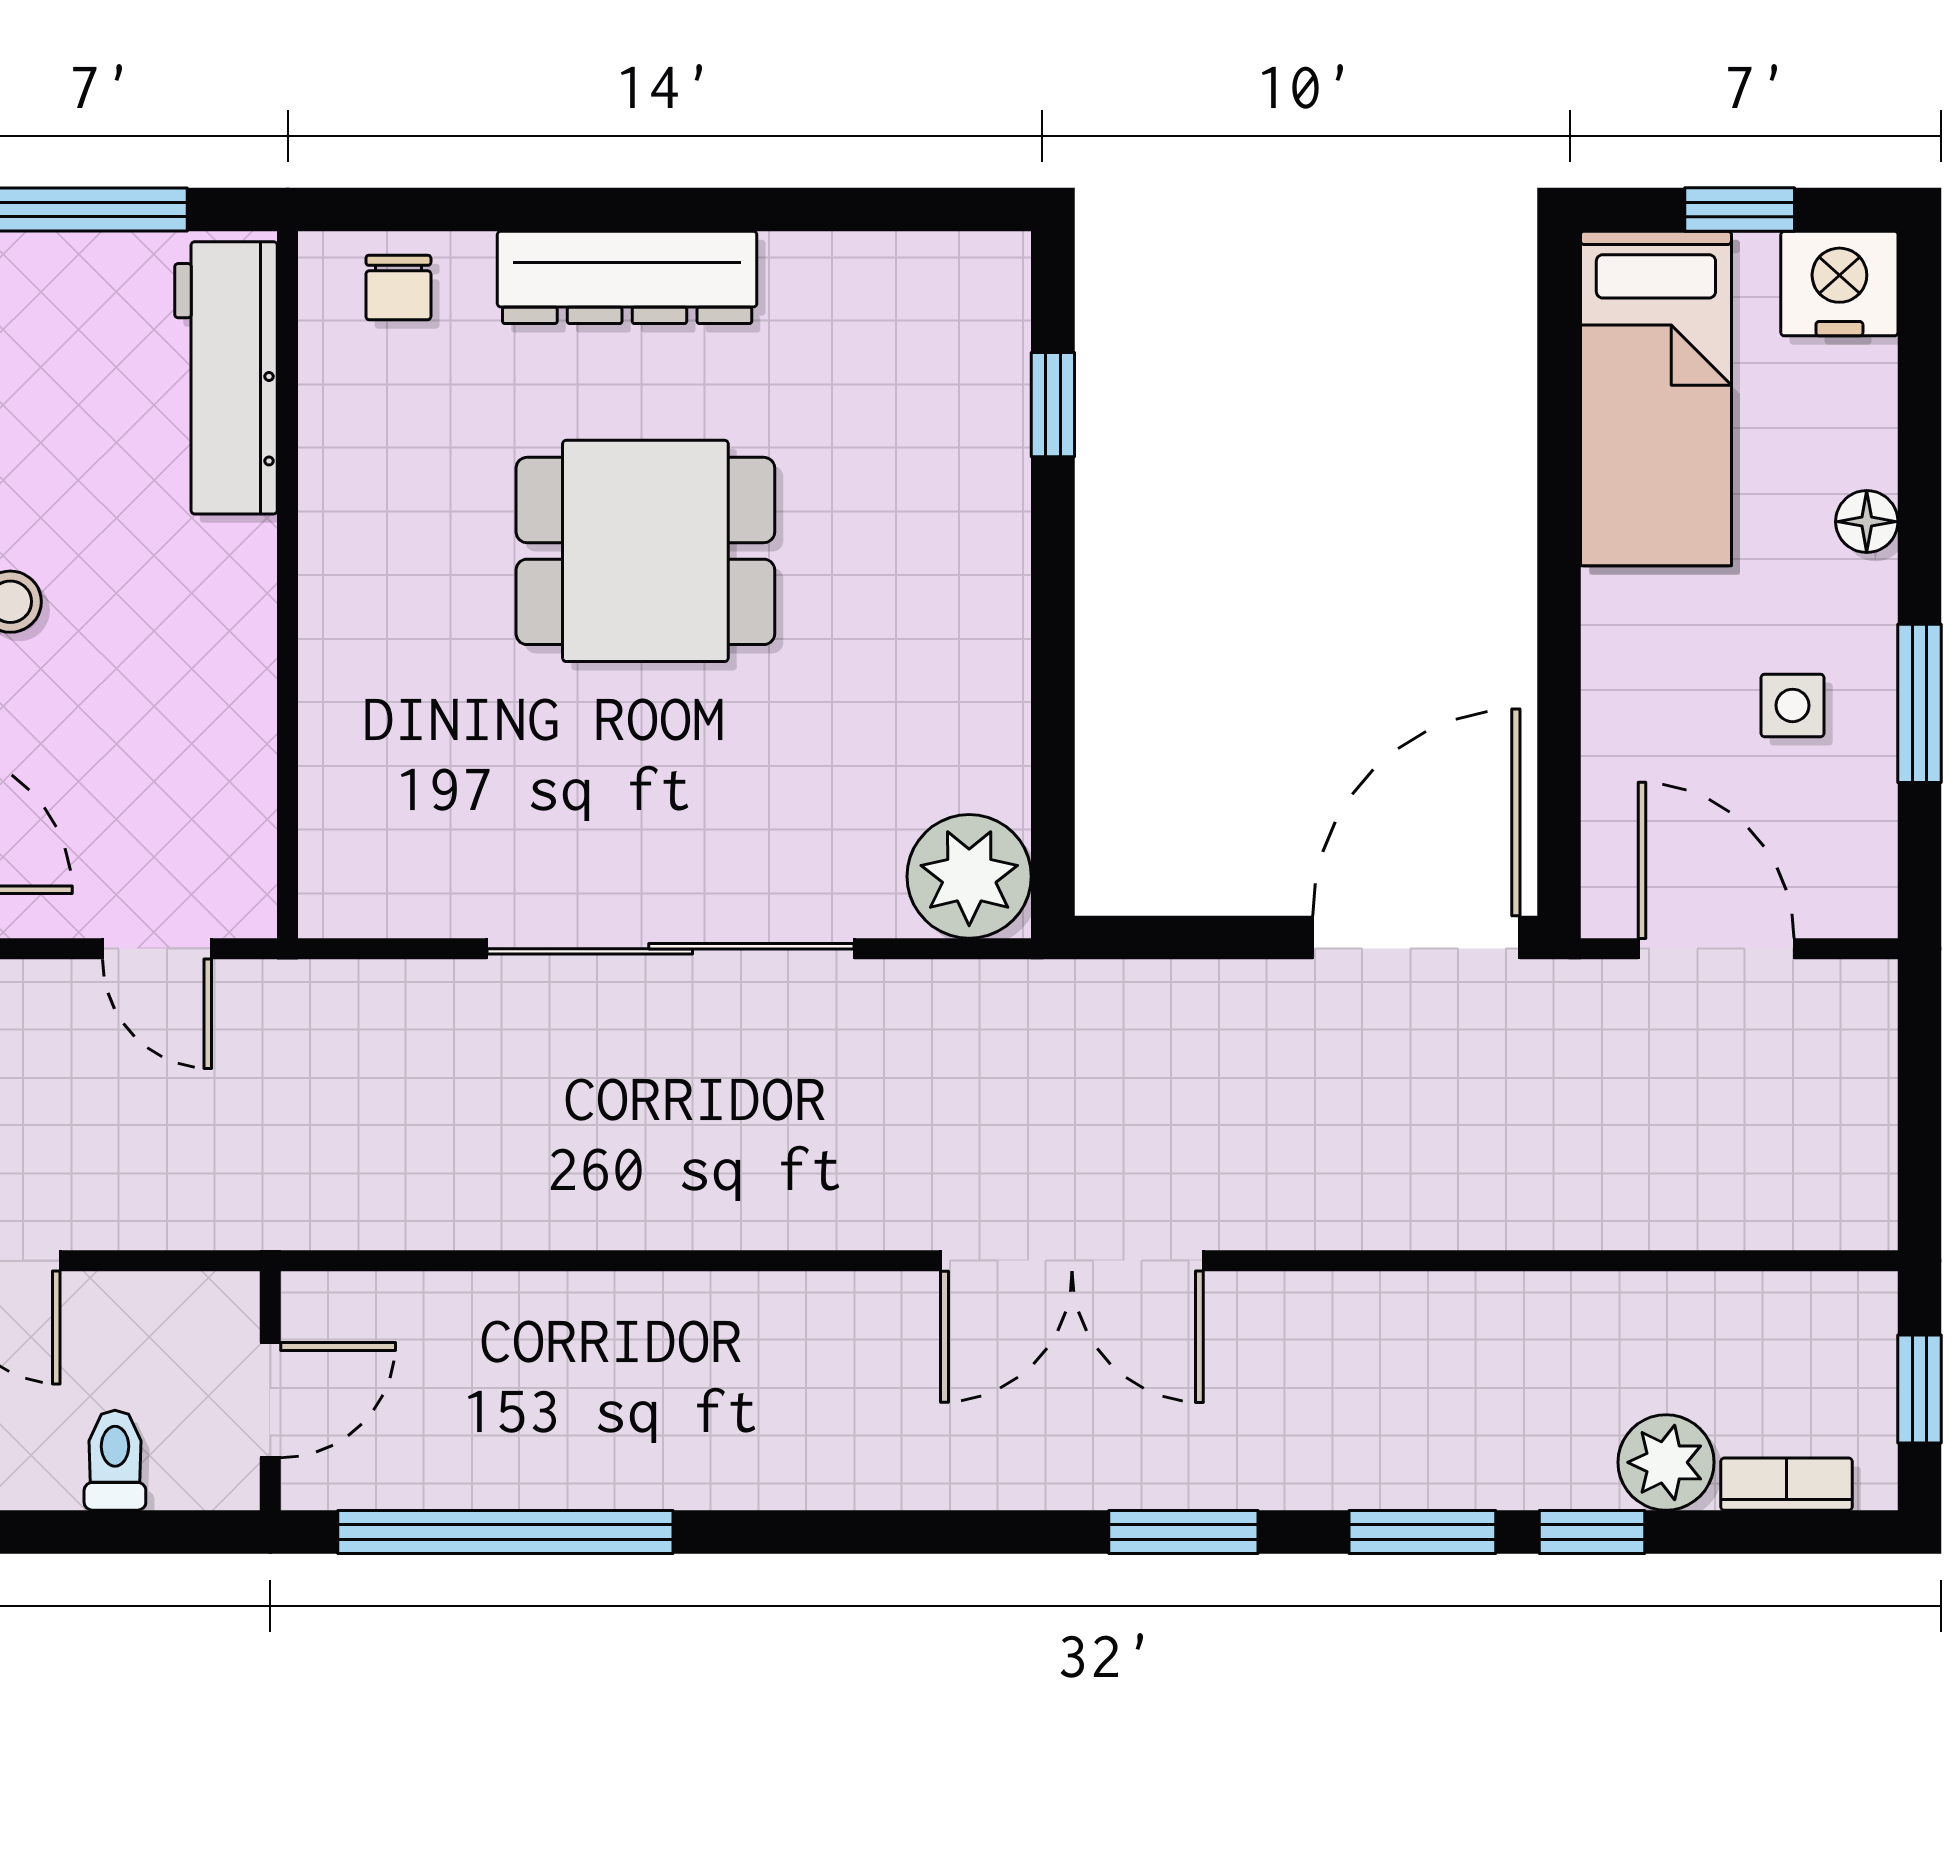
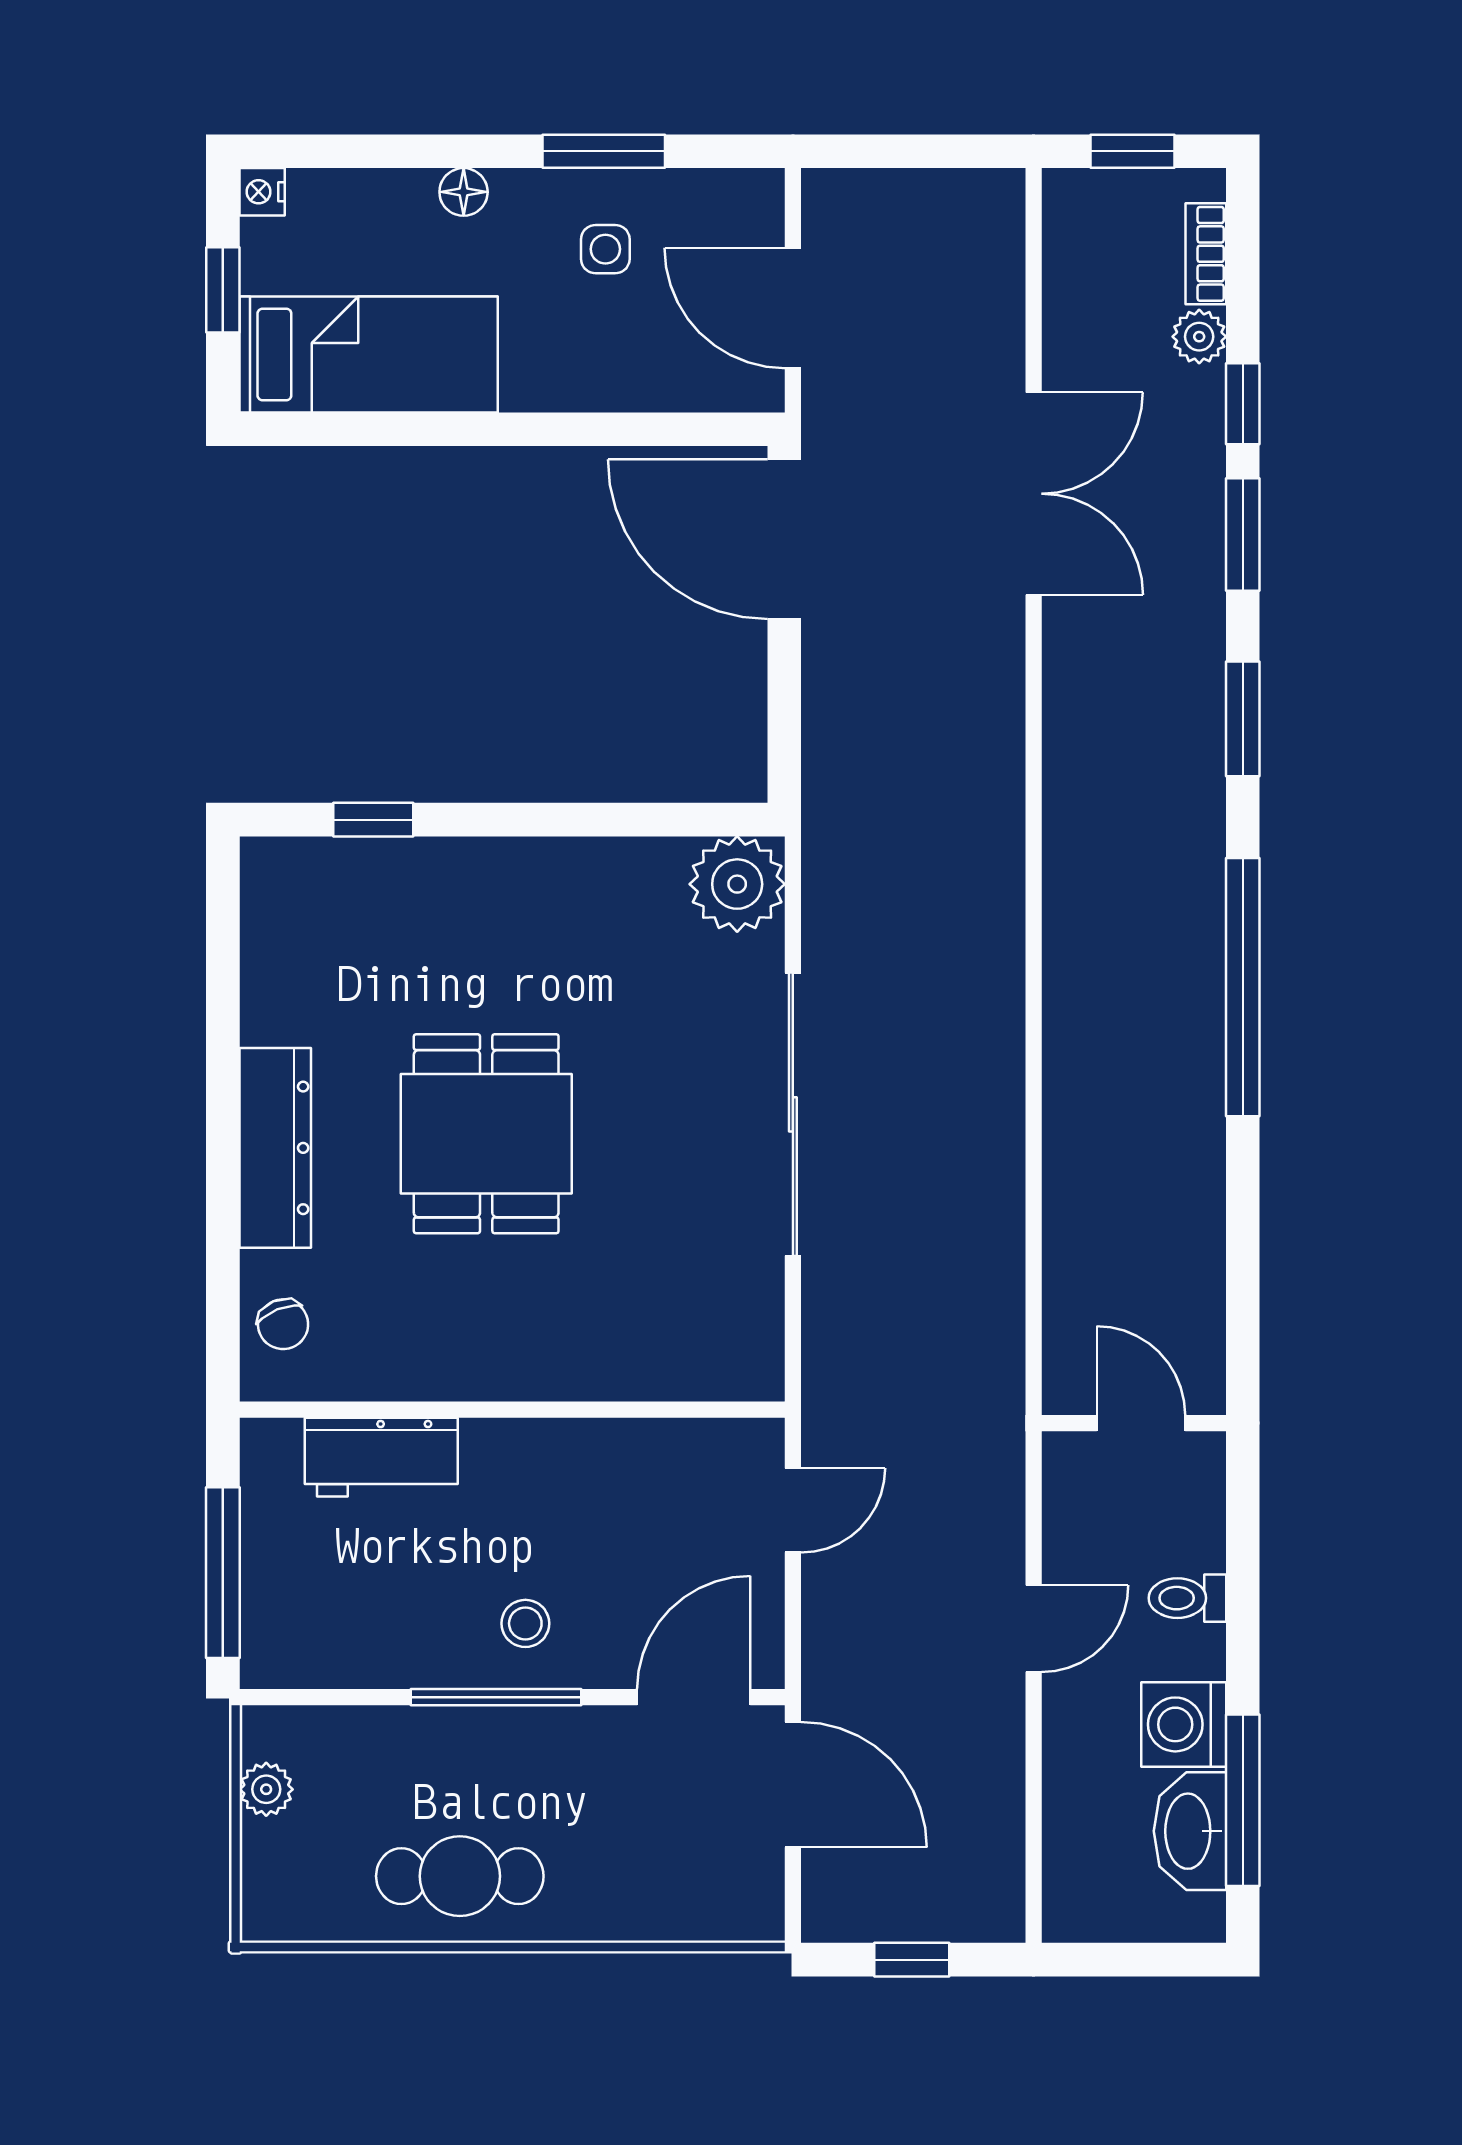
nightstand: (1839, 284) -> (262, 192), width x0.53, depth x0.56
chair: (398, 288) -> (283, 1324), turned 68
workbench: (226, 378) -> (381, 1457), width x0.73
door: (1716, 949) -> (793, 308), hinge flipped
double door: (1072, 1261) -> (1034, 494), moved
toilet: (115, 1460) -> (1187, 1598), moved
plant: (1666, 1462) -> (1199, 337), width x0.73, depth x0.73
window: (505, 1532) -> (1243, 987), moved

